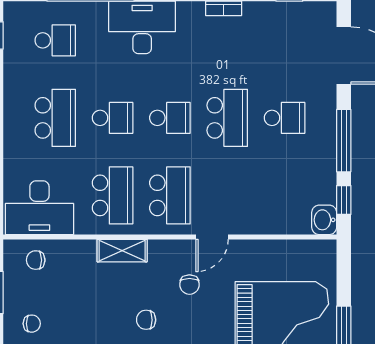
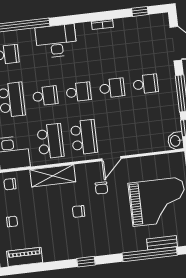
school desk: (227, 118) -> (112, 88), width x0.54
shelving: (122, 251) -> (53, 176), width x1.50, depth x1.33

